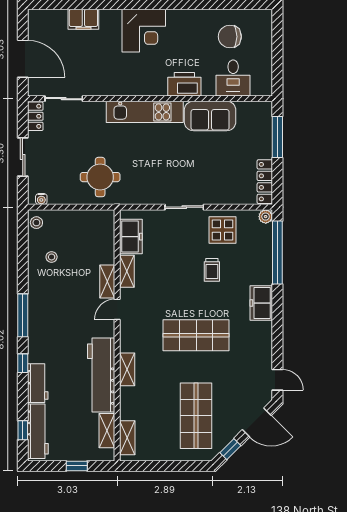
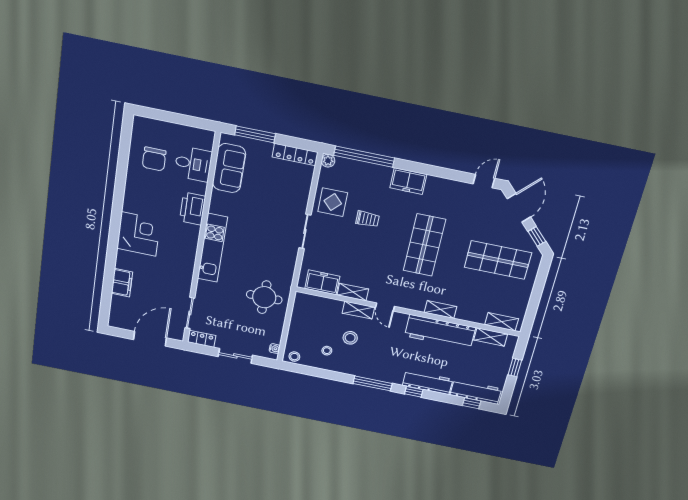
sofa: (210, 116) -> (229, 168), moved
stool: (73, 279) -> (350, 338), added
workbench: (38, 383) -> (428, 382), width x1.38

